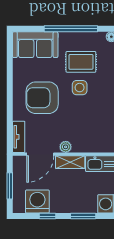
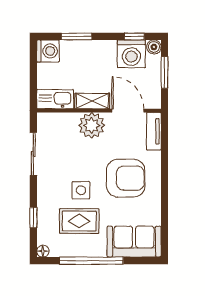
plant: (66, 147) -> (92, 125), width x1.87, depth x1.87
door: (40, 154) -> (128, 111), hinge flipped
boiler: (19, 207) -> (154, 47), added
window: (48, 216) -> (134, 36), moved

